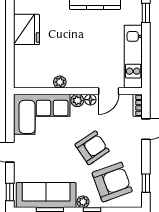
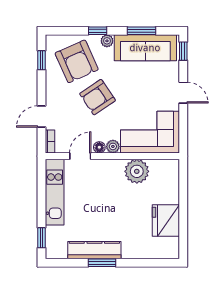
plant: (60, 82) -> (137, 171), width x1.88, depth x1.88
armchair: (112, 182) -> (77, 61), turned -94

